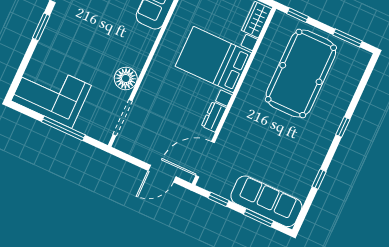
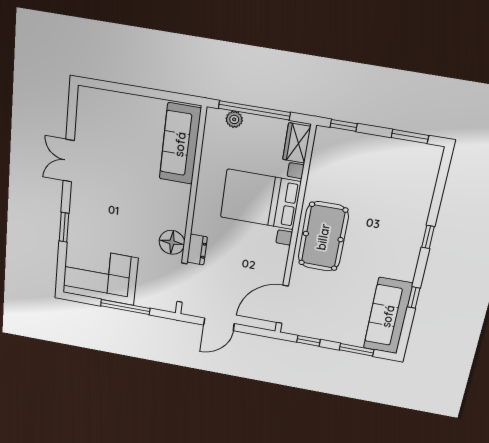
window: (41, 27) -> (64, 227), moved
pool table: (301, 74) -> (323, 237), moved, width x0.73, depth x0.76
dresser: (214, 117) -> (197, 250), moved, turned 180
door: (162, 174) -> (219, 324), moved
sofa: (266, 201) -> (388, 316), moved, turned -90

